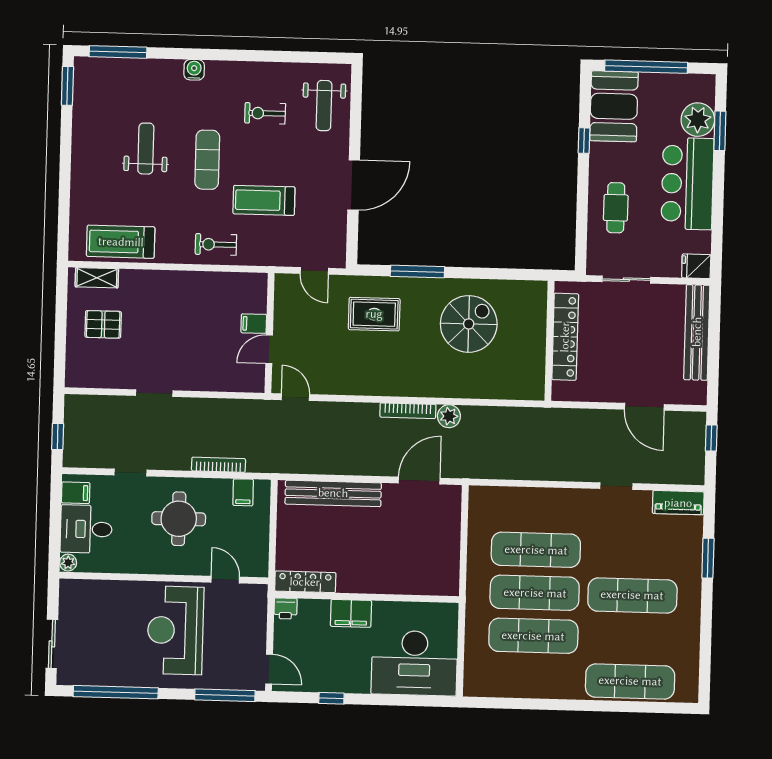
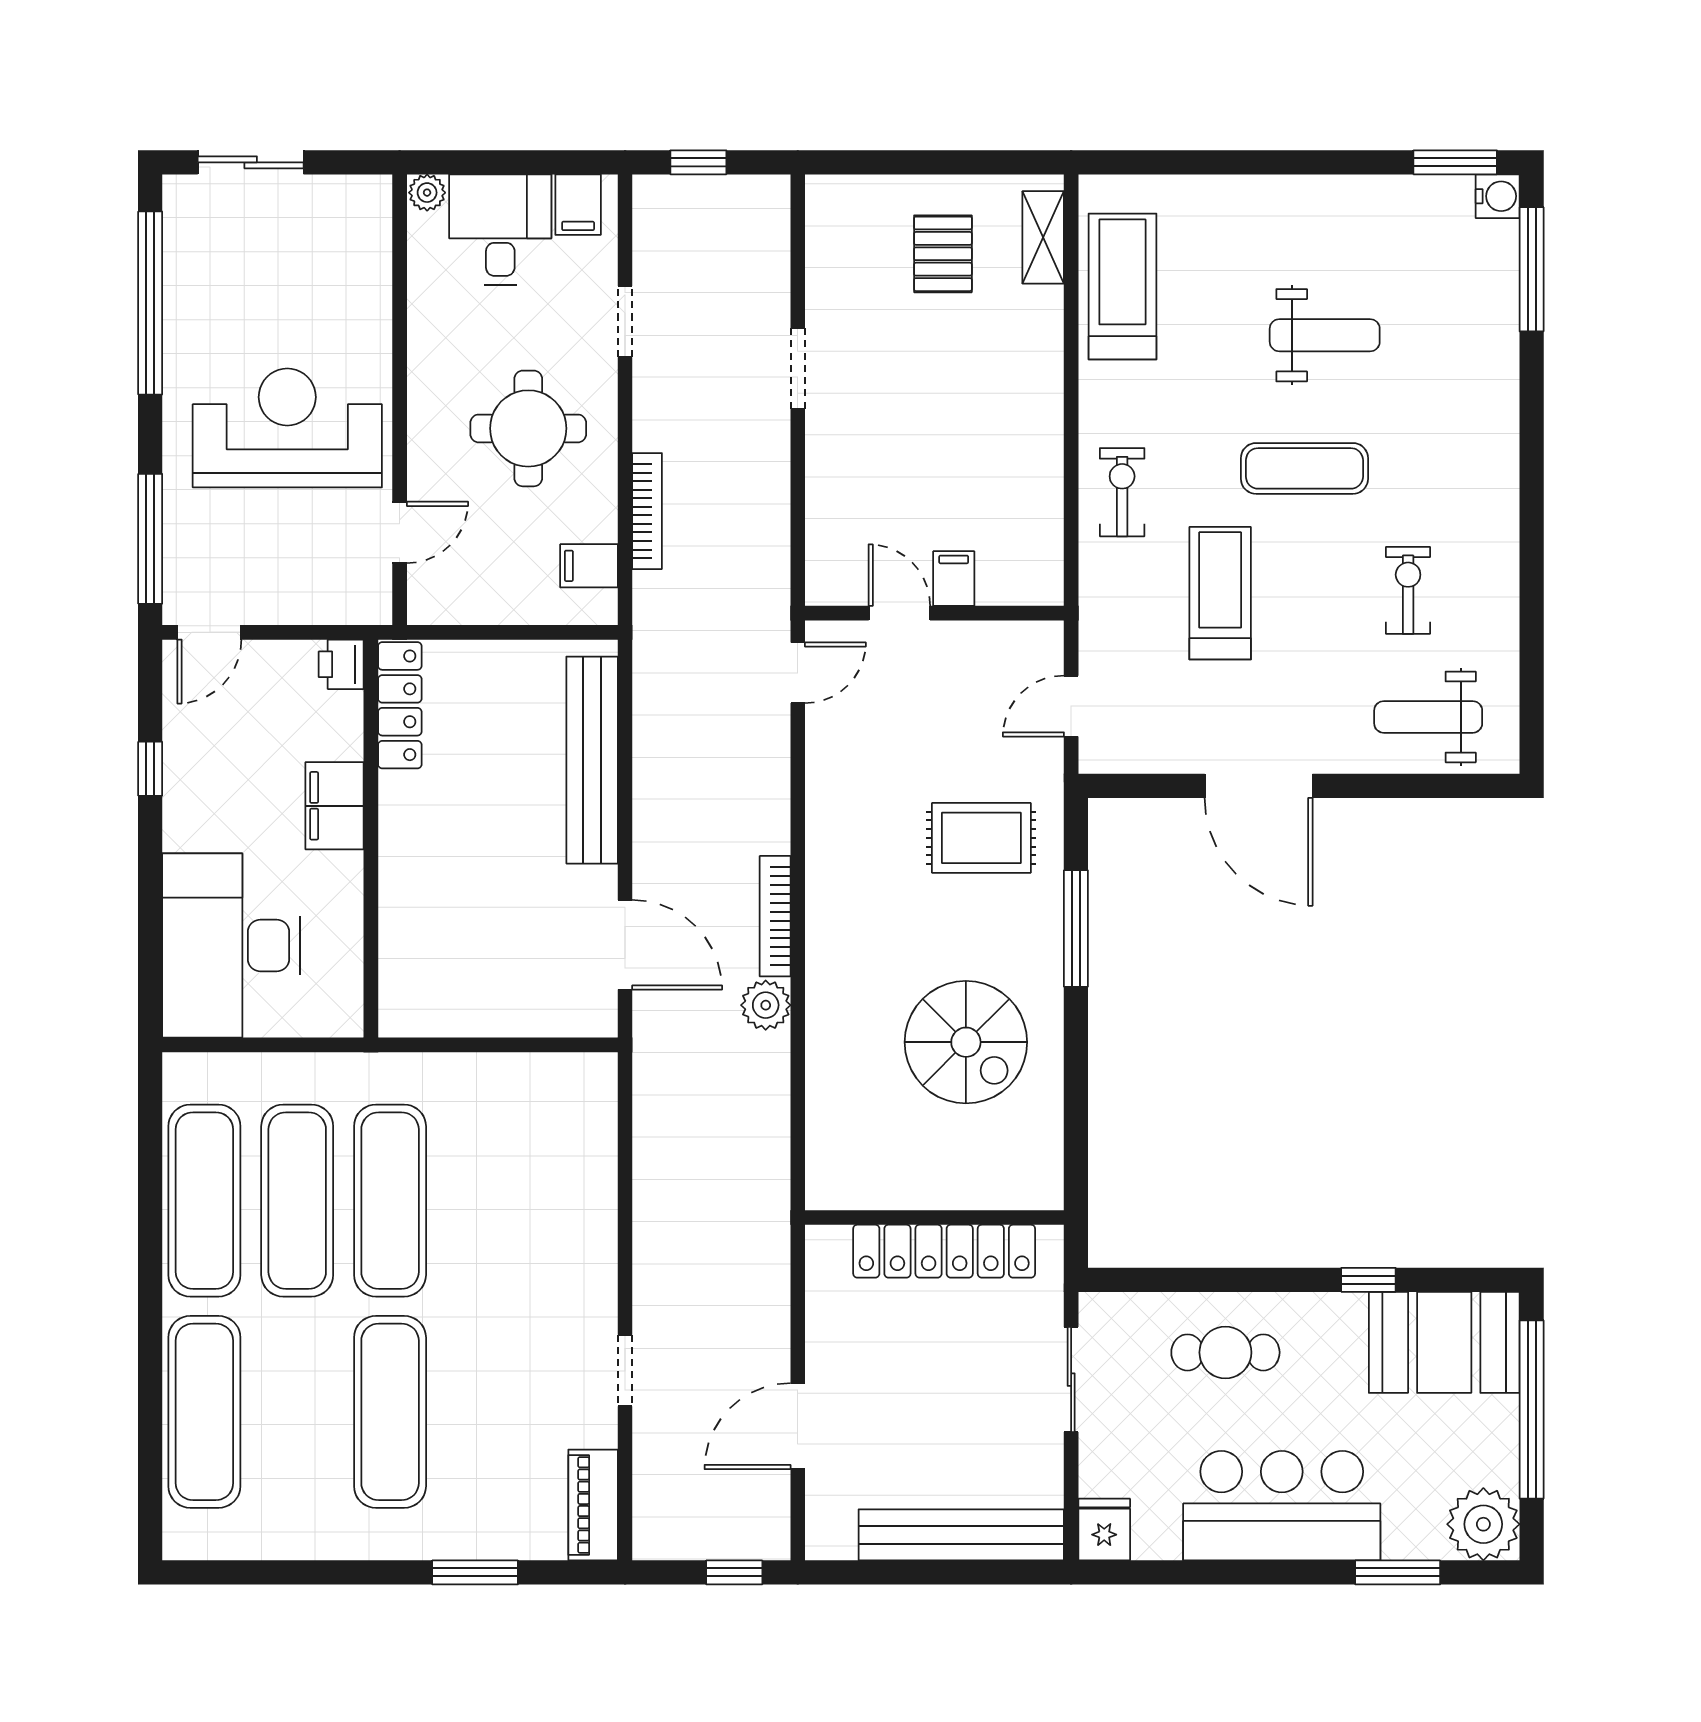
water cooler: (194, 70) -> (1498, 196), moved
plant: (698, 120) -> (1483, 1524), moved
rug: (374, 314) -> (981, 838), turned 90
exercise mat: (536, 550) -> (204, 1201), moved

